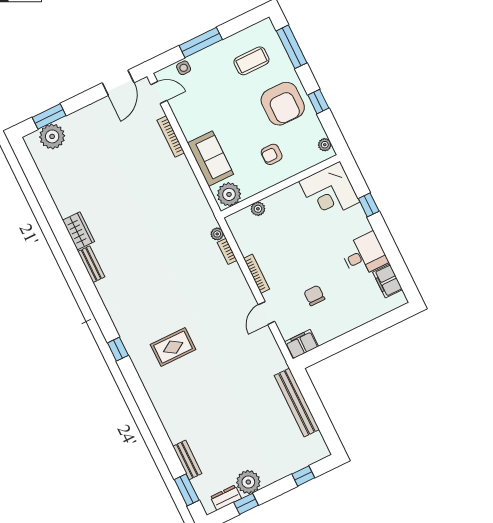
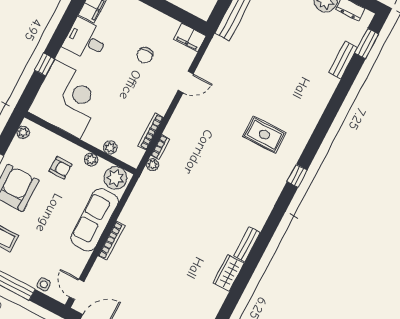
bookcase: (171, 136) -> (112, 241), moved
sofa: (210, 159) -> (95, 220), width x1.36
plant: (260, 185) -> (91, 160), added
corner desk: (329, 192) -> (67, 99), width x1.36, depth x1.36
bookcase: (257, 274) -> (151, 132), moved

